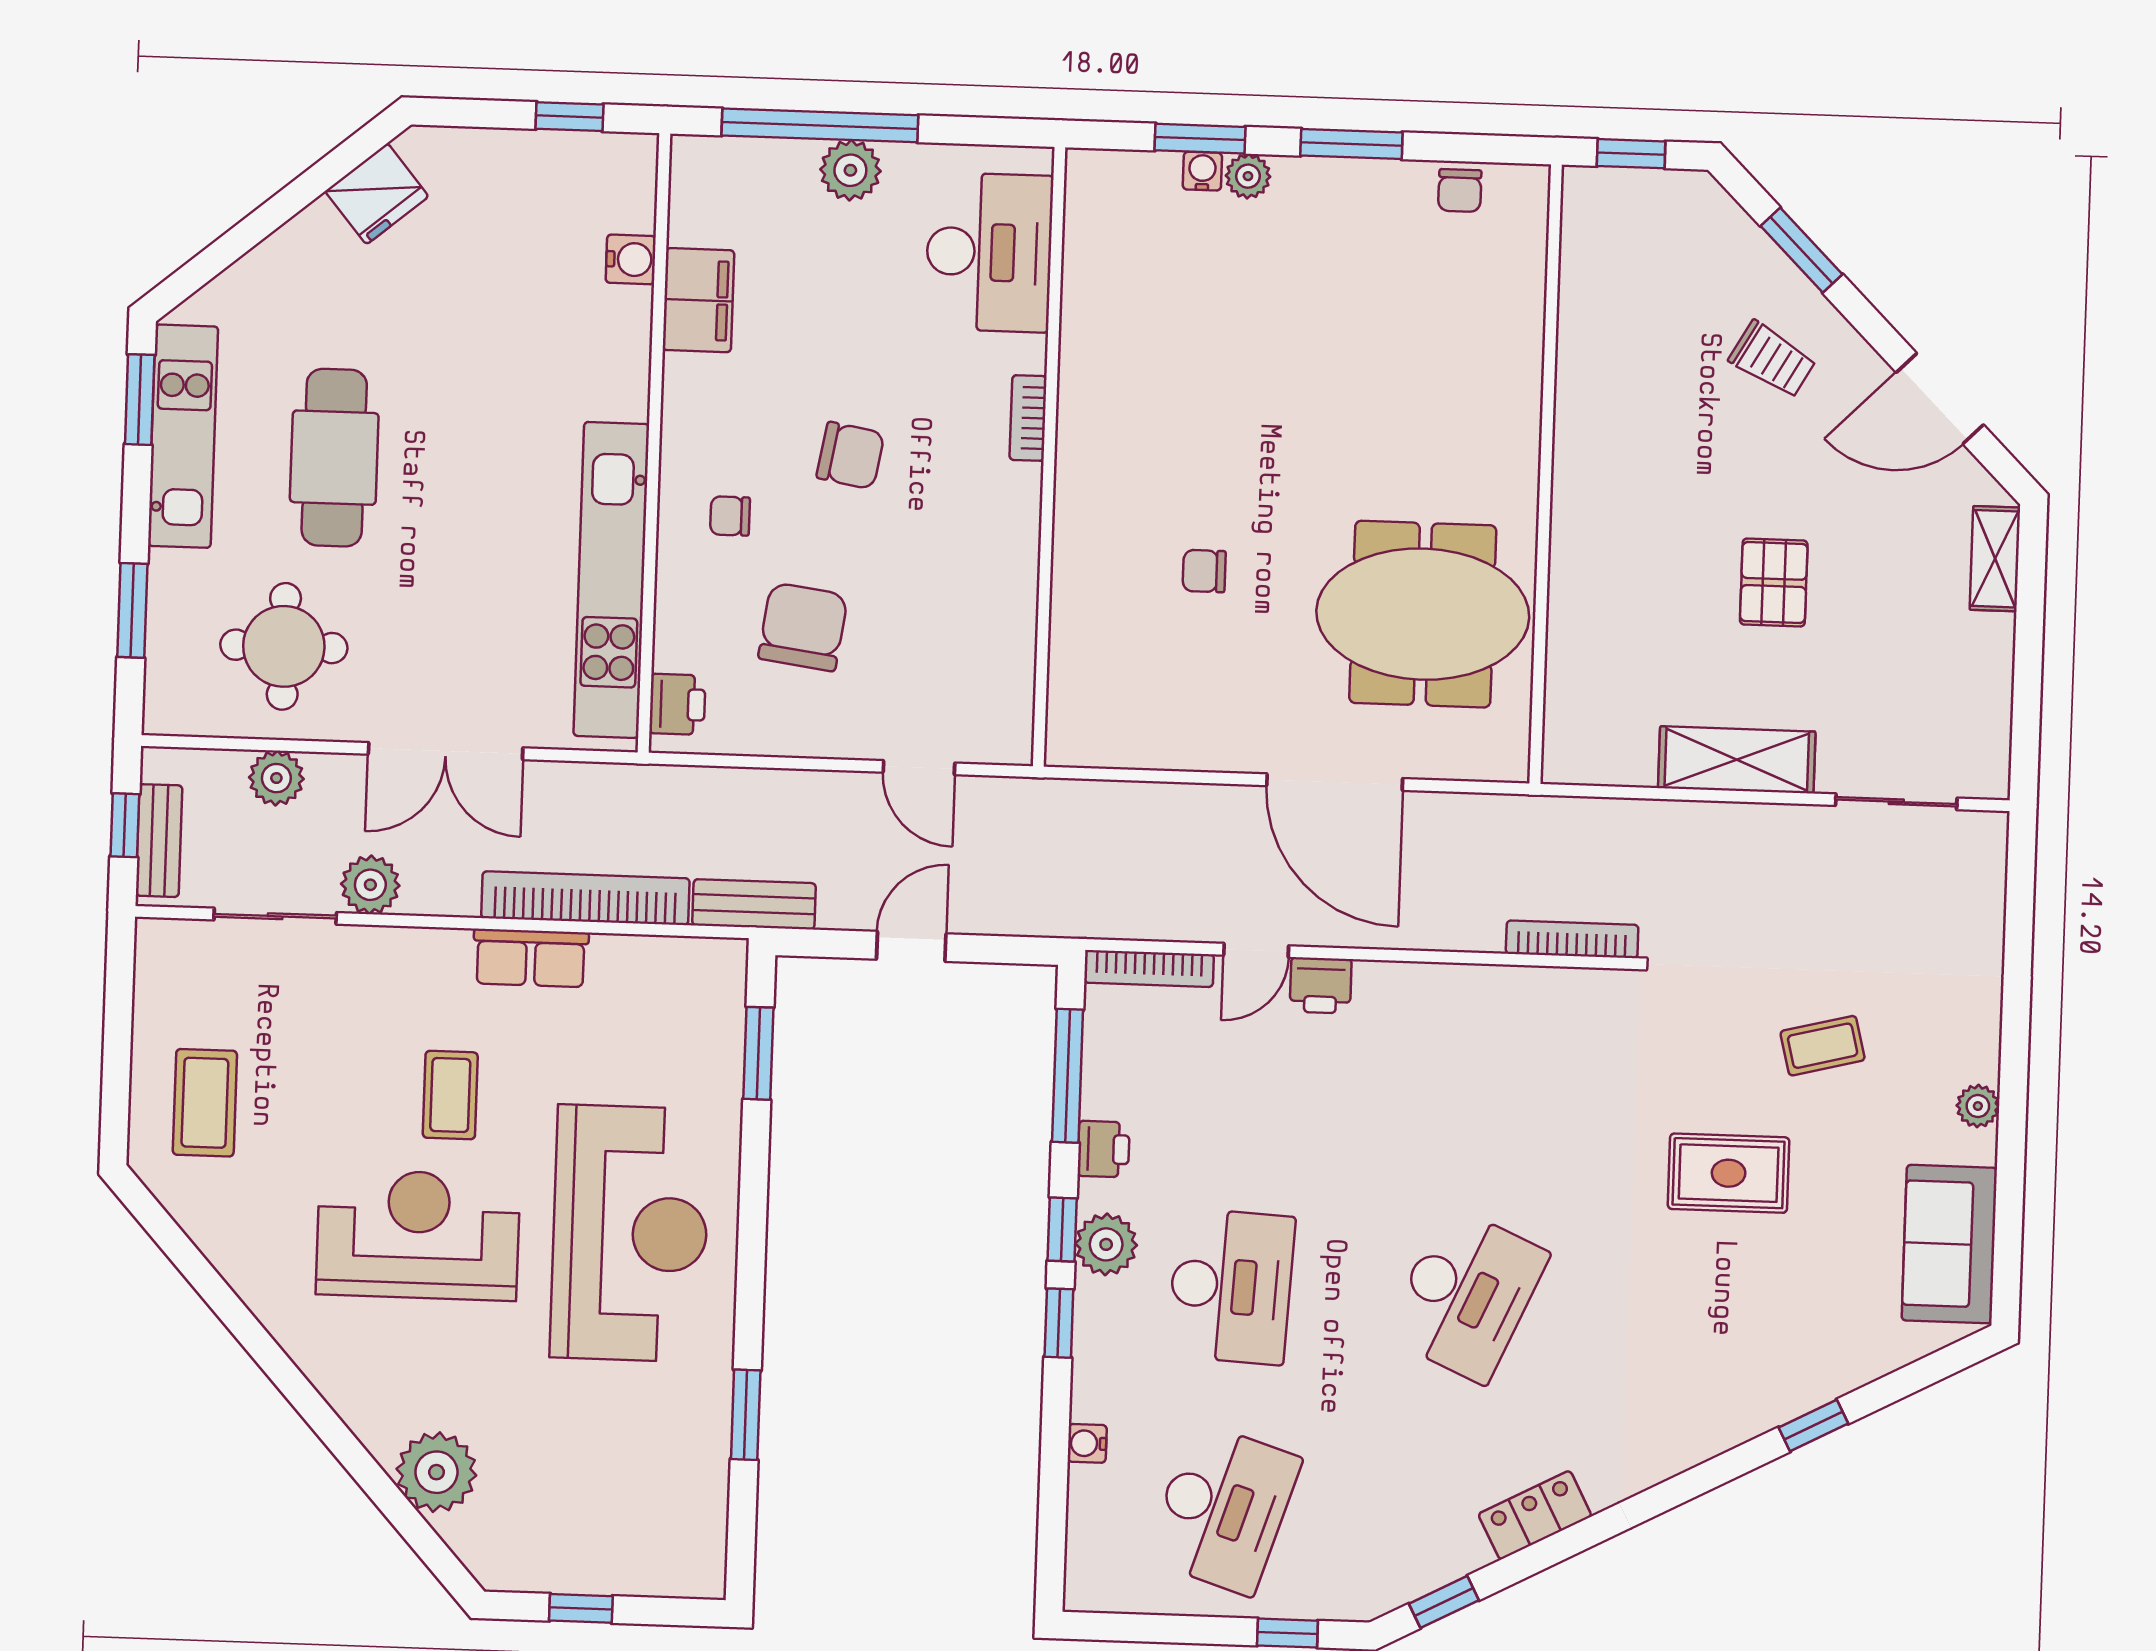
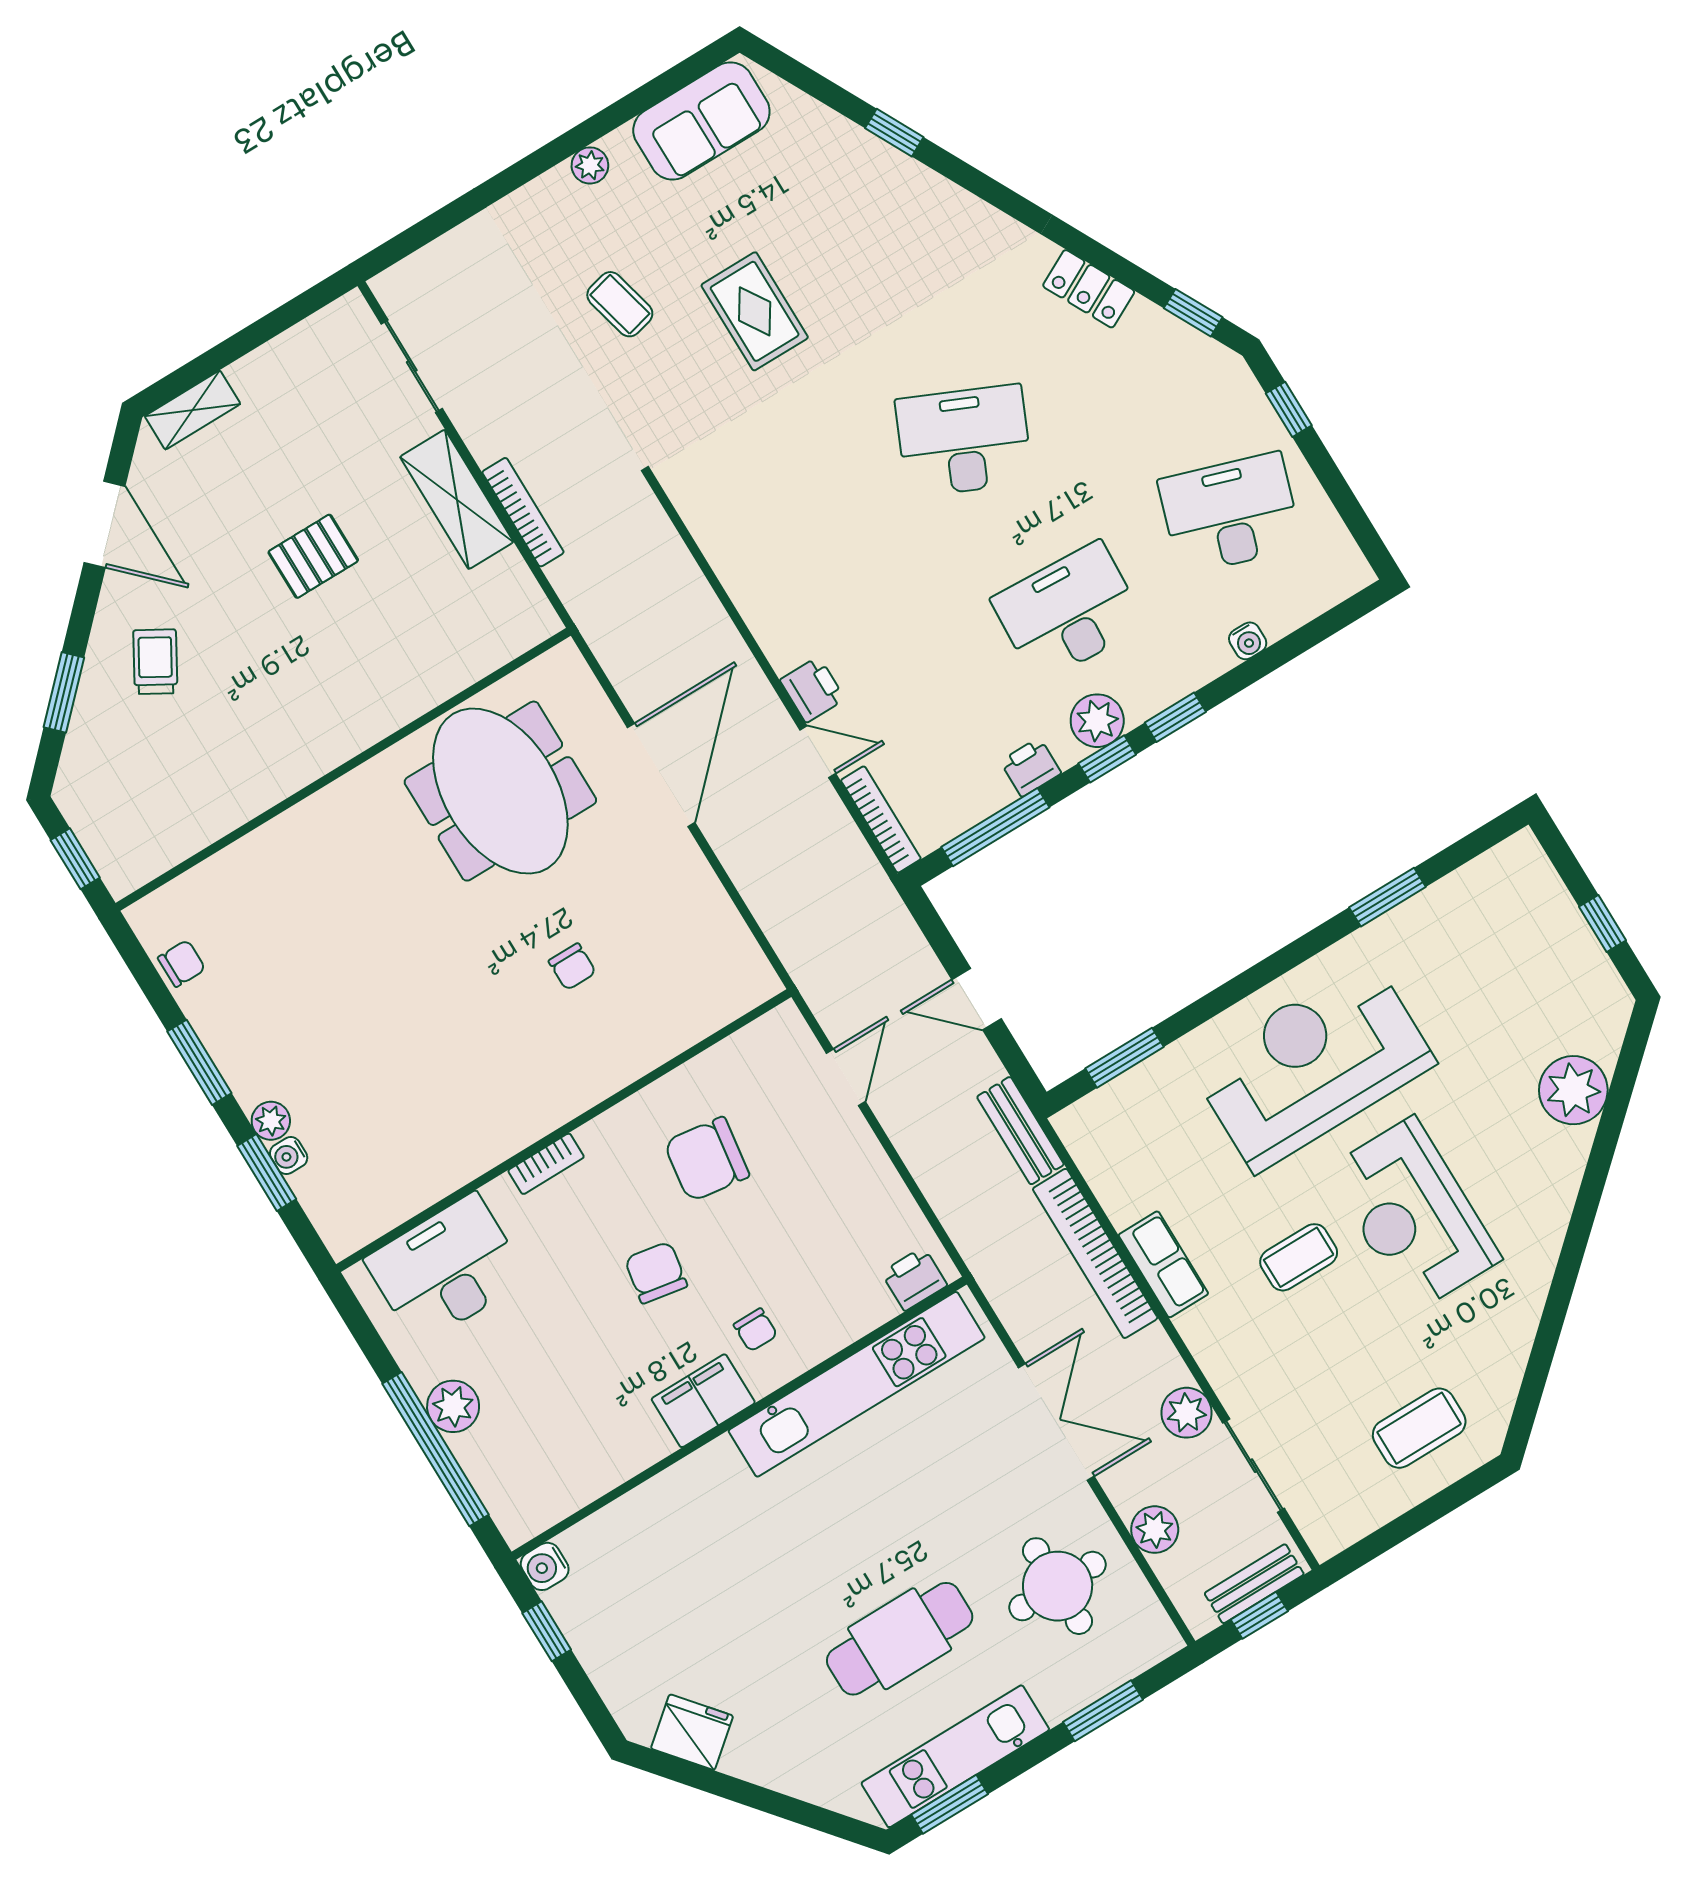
water cooler: (631, 259) -> (545, 1566), moved, turned -90
filing cabinet: (698, 300) -> (703, 1401), moved
chair: (803, 627) -> (707, 1159), moved
bookcase: (1572, 939) -> (523, 512), moved, turned 180

